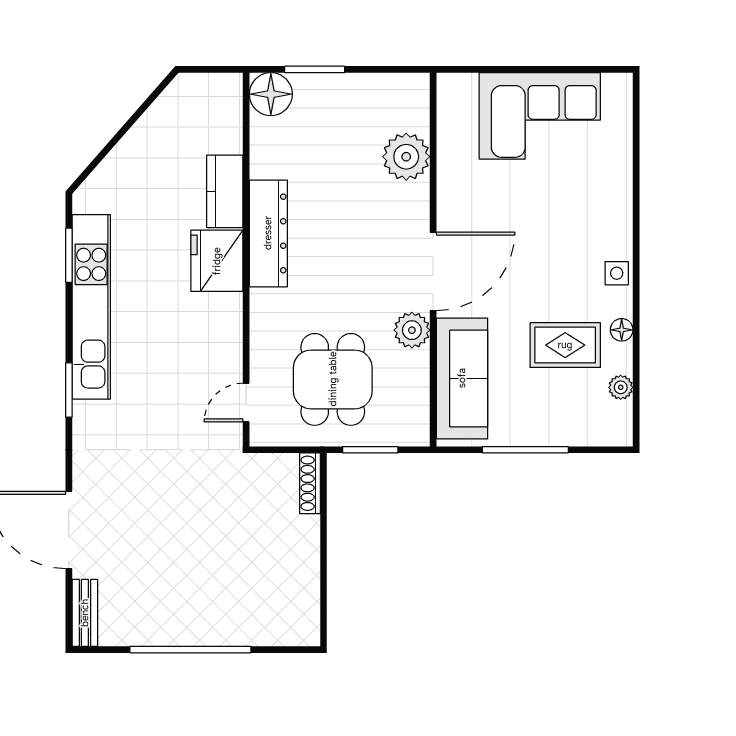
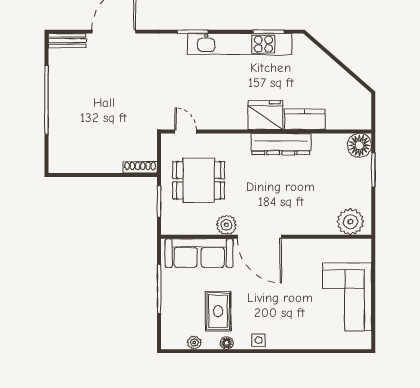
plant: (406, 157) -> (350, 222), moved

